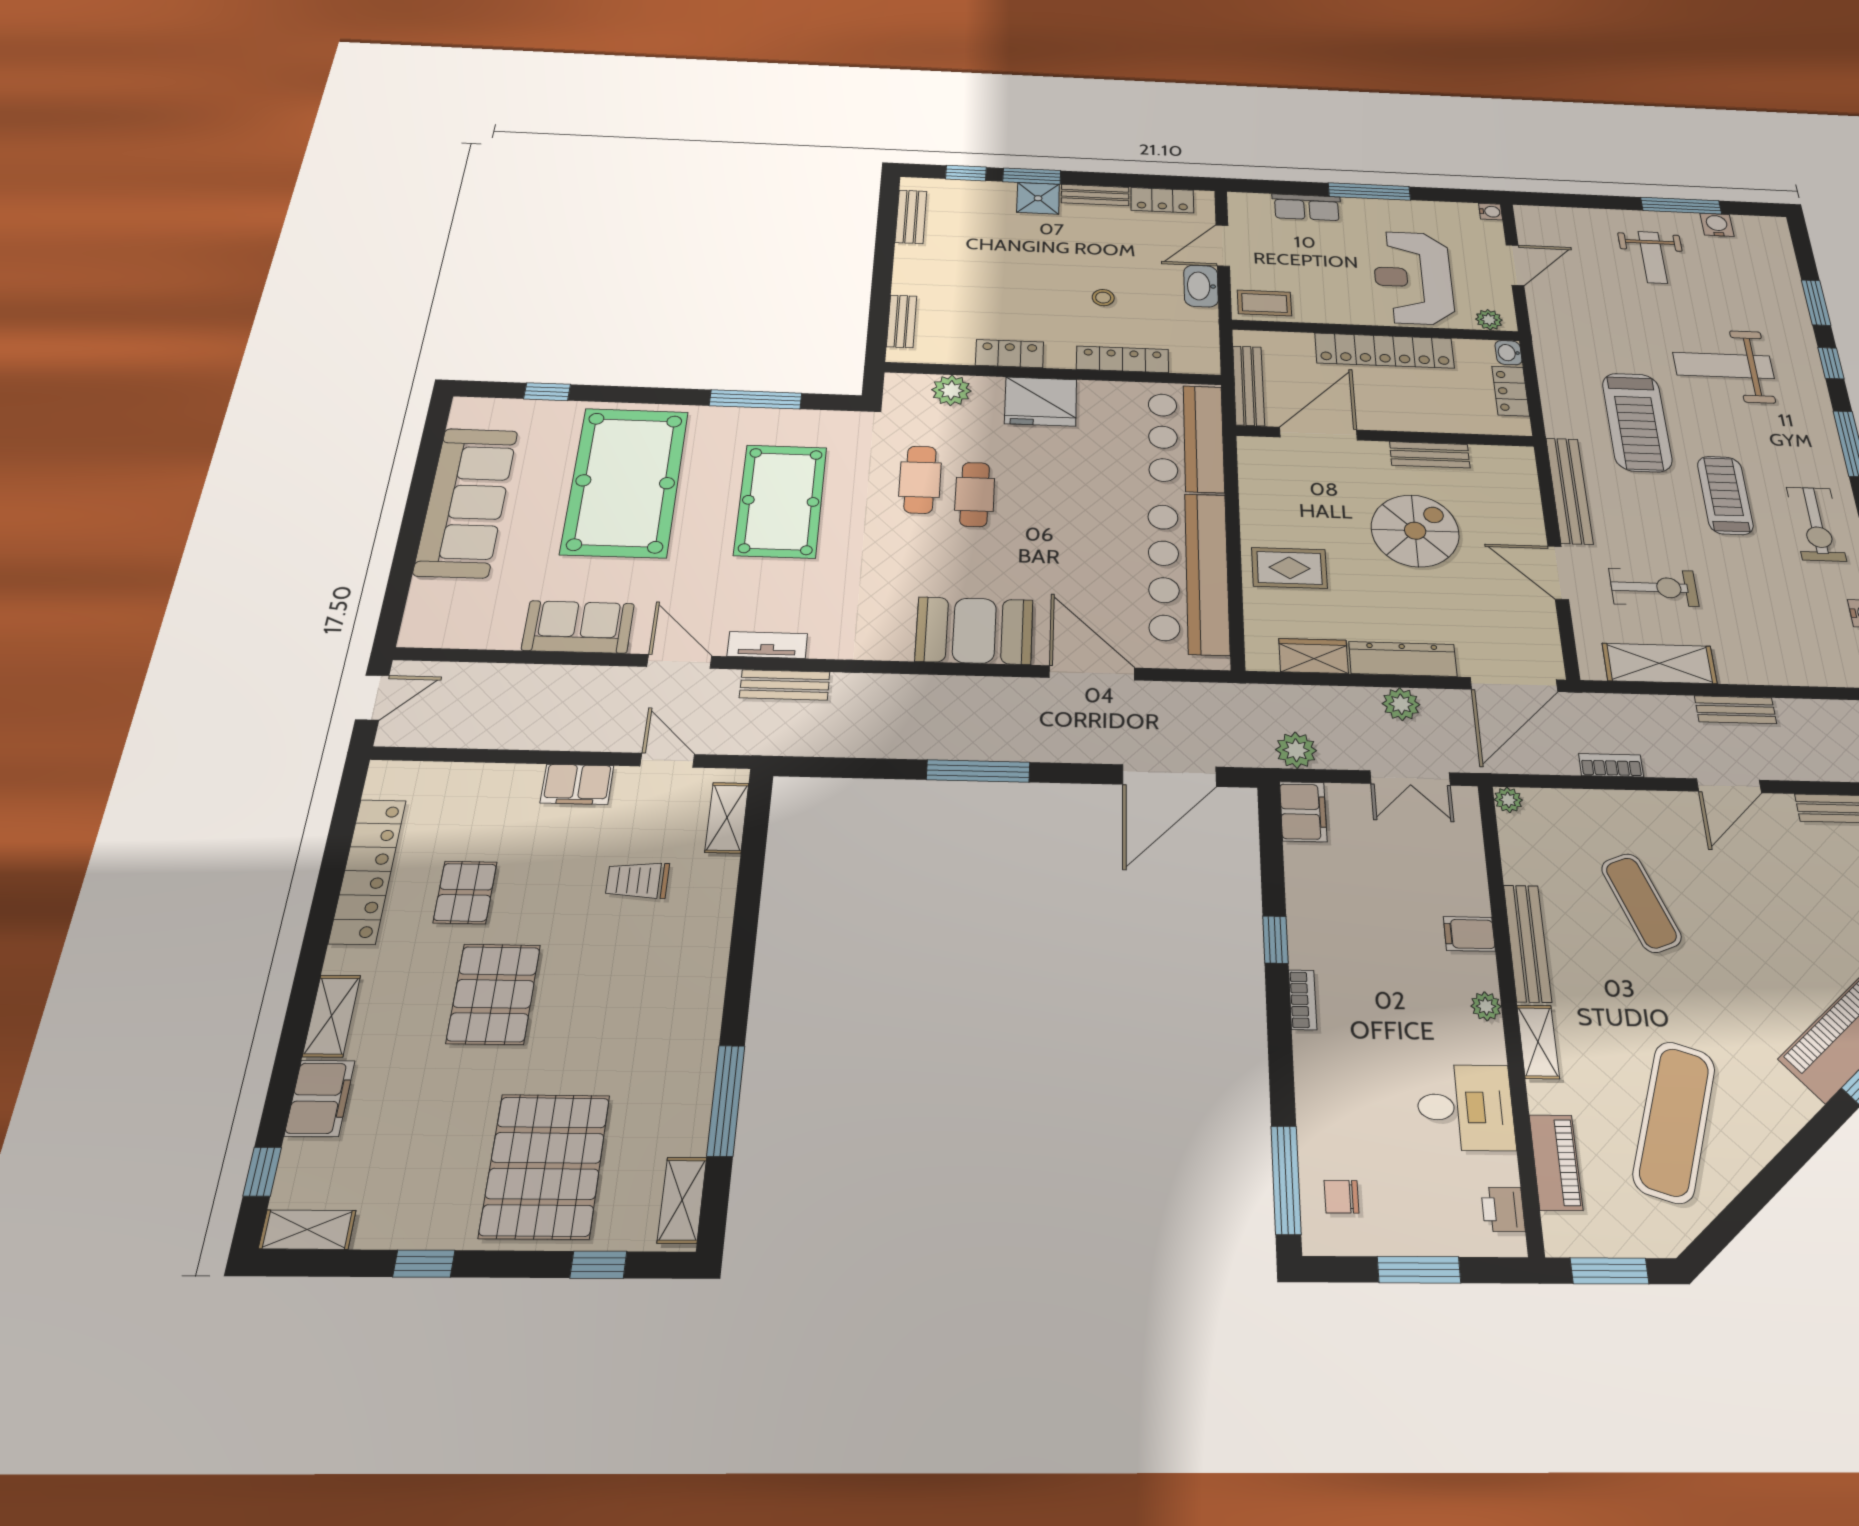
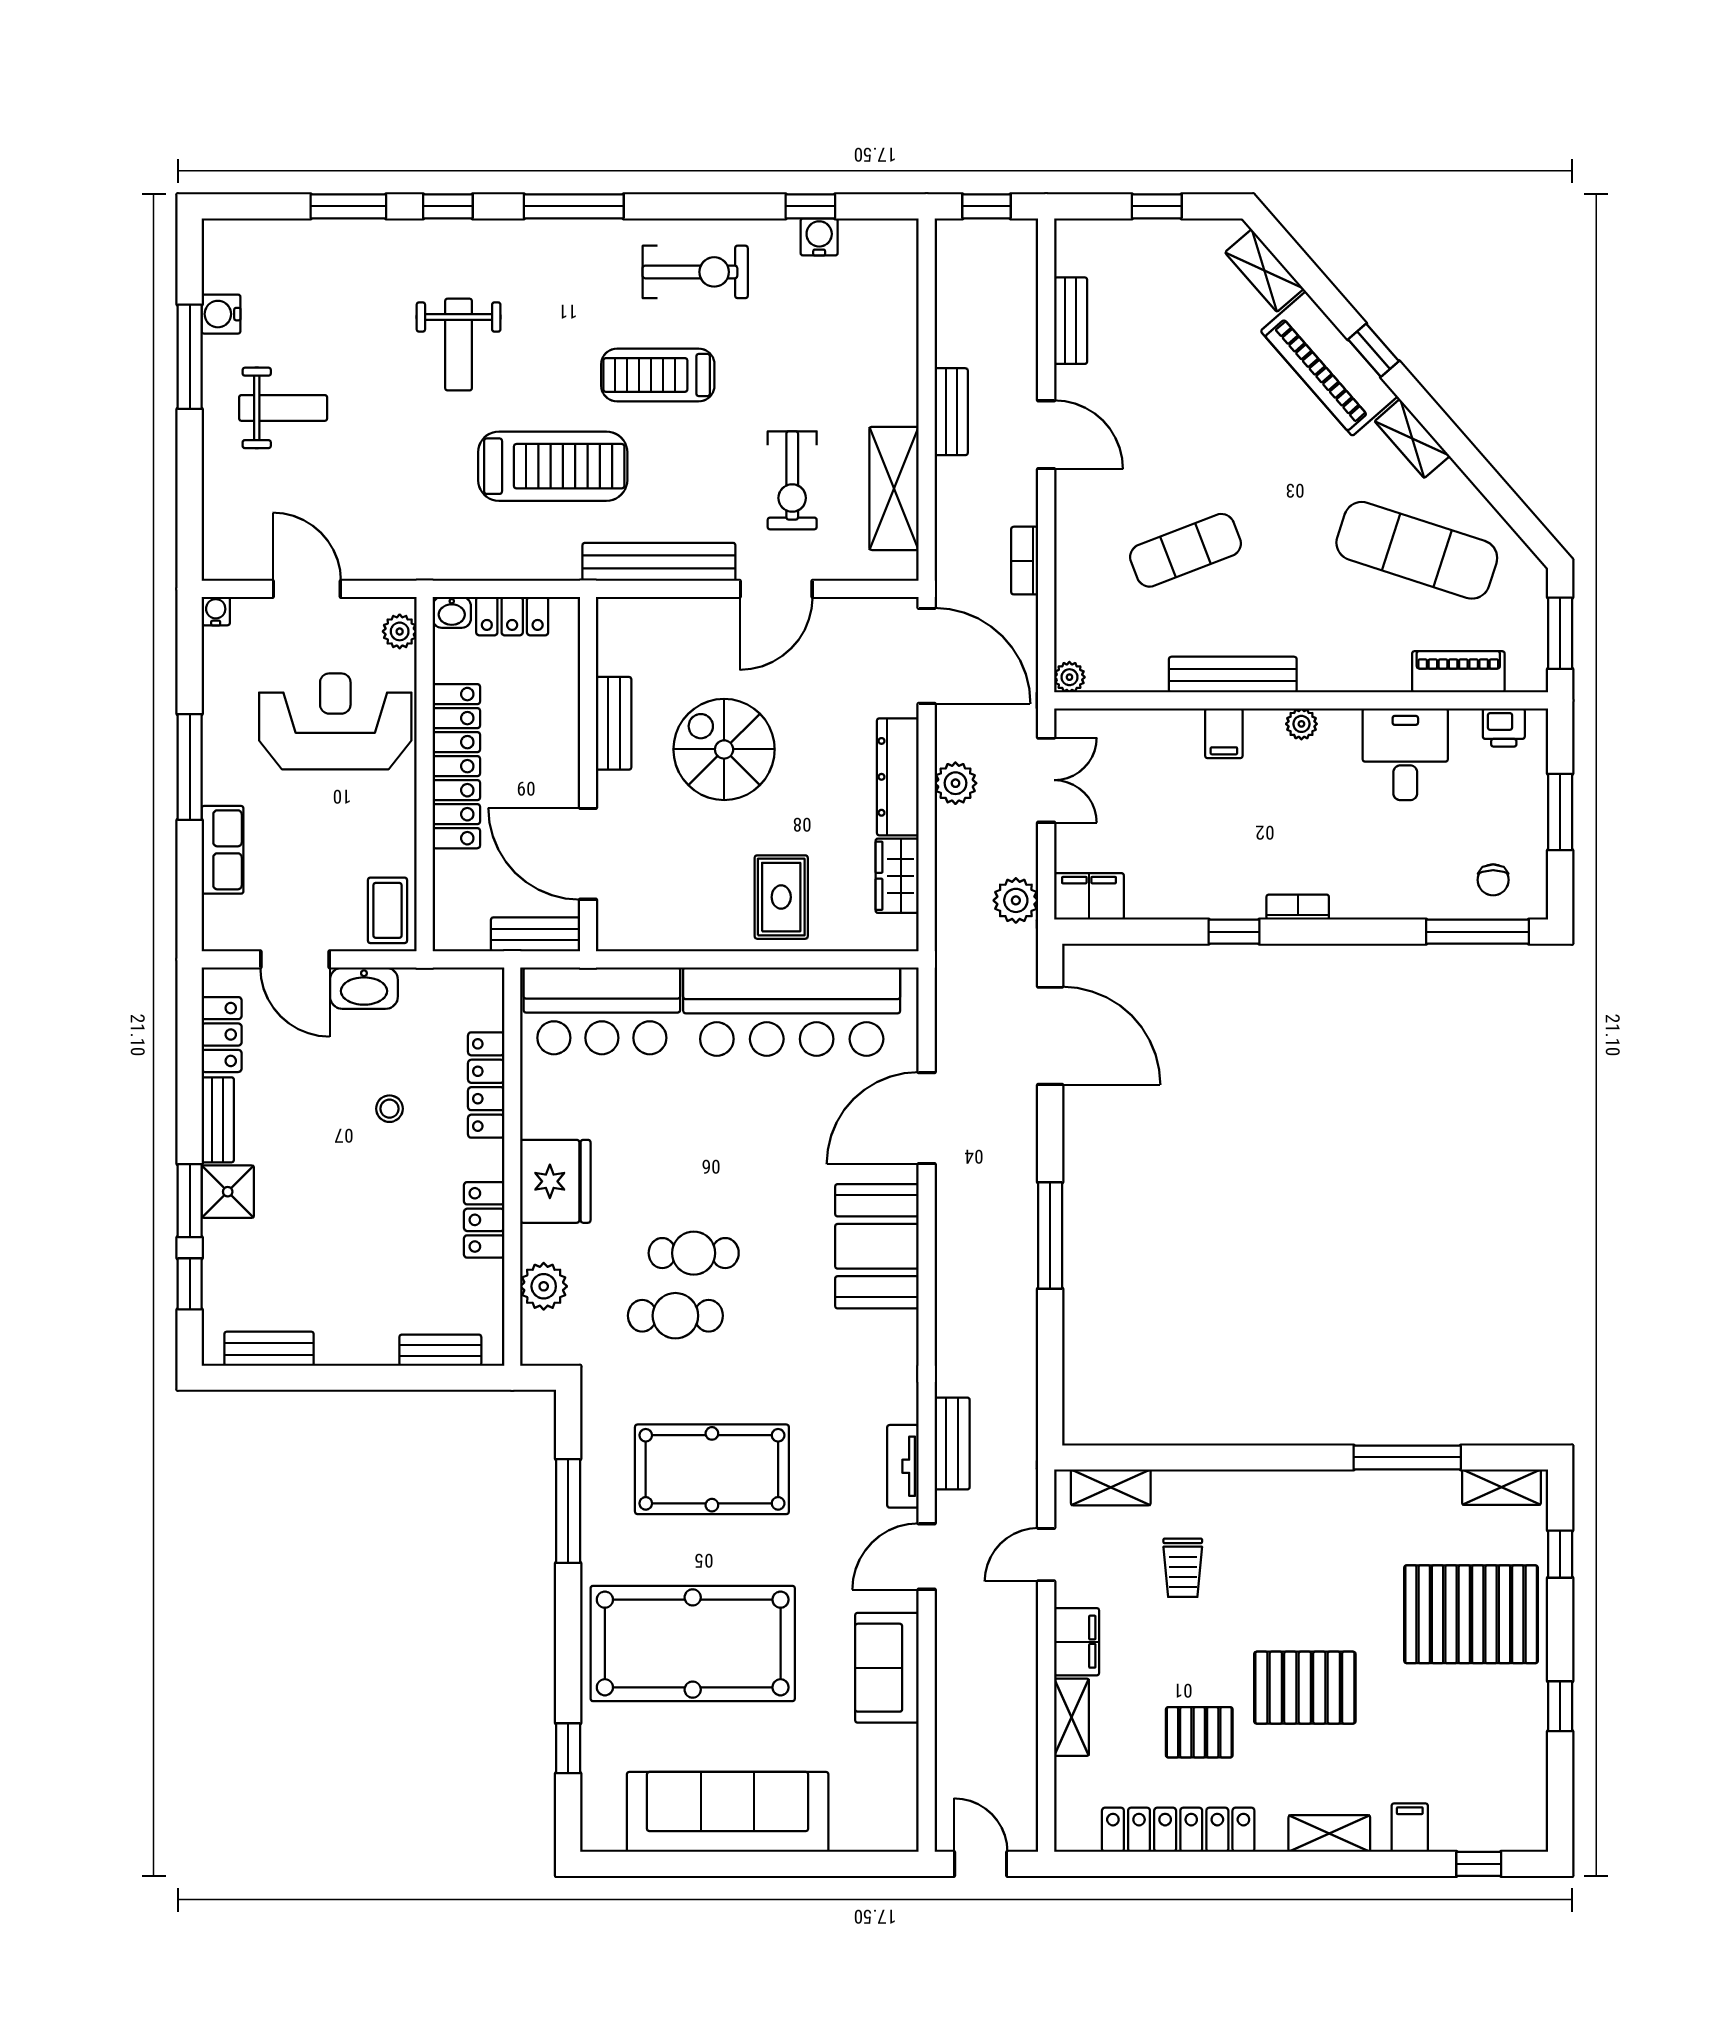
reception desk: (1413, 278) -> (335, 721), turned 180
weight bench: (1723, 365) -> (459, 345), width x0.73, depth x0.75
bench: (1249, 386) -> (535, 934), width x0.73
exercise bike: (1654, 587) -> (792, 480), turned 180
shelving: (1538, 1042) -> (1412, 439), moved, turned 49
filing cabinet: (320, 1098) -> (1410, 1828), width x0.50
shelving: (307, 1230) -> (1072, 1717), moved

